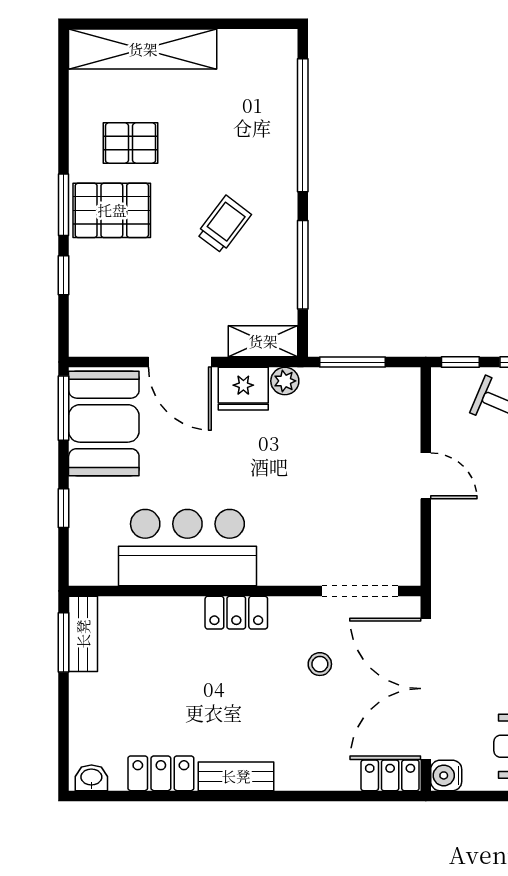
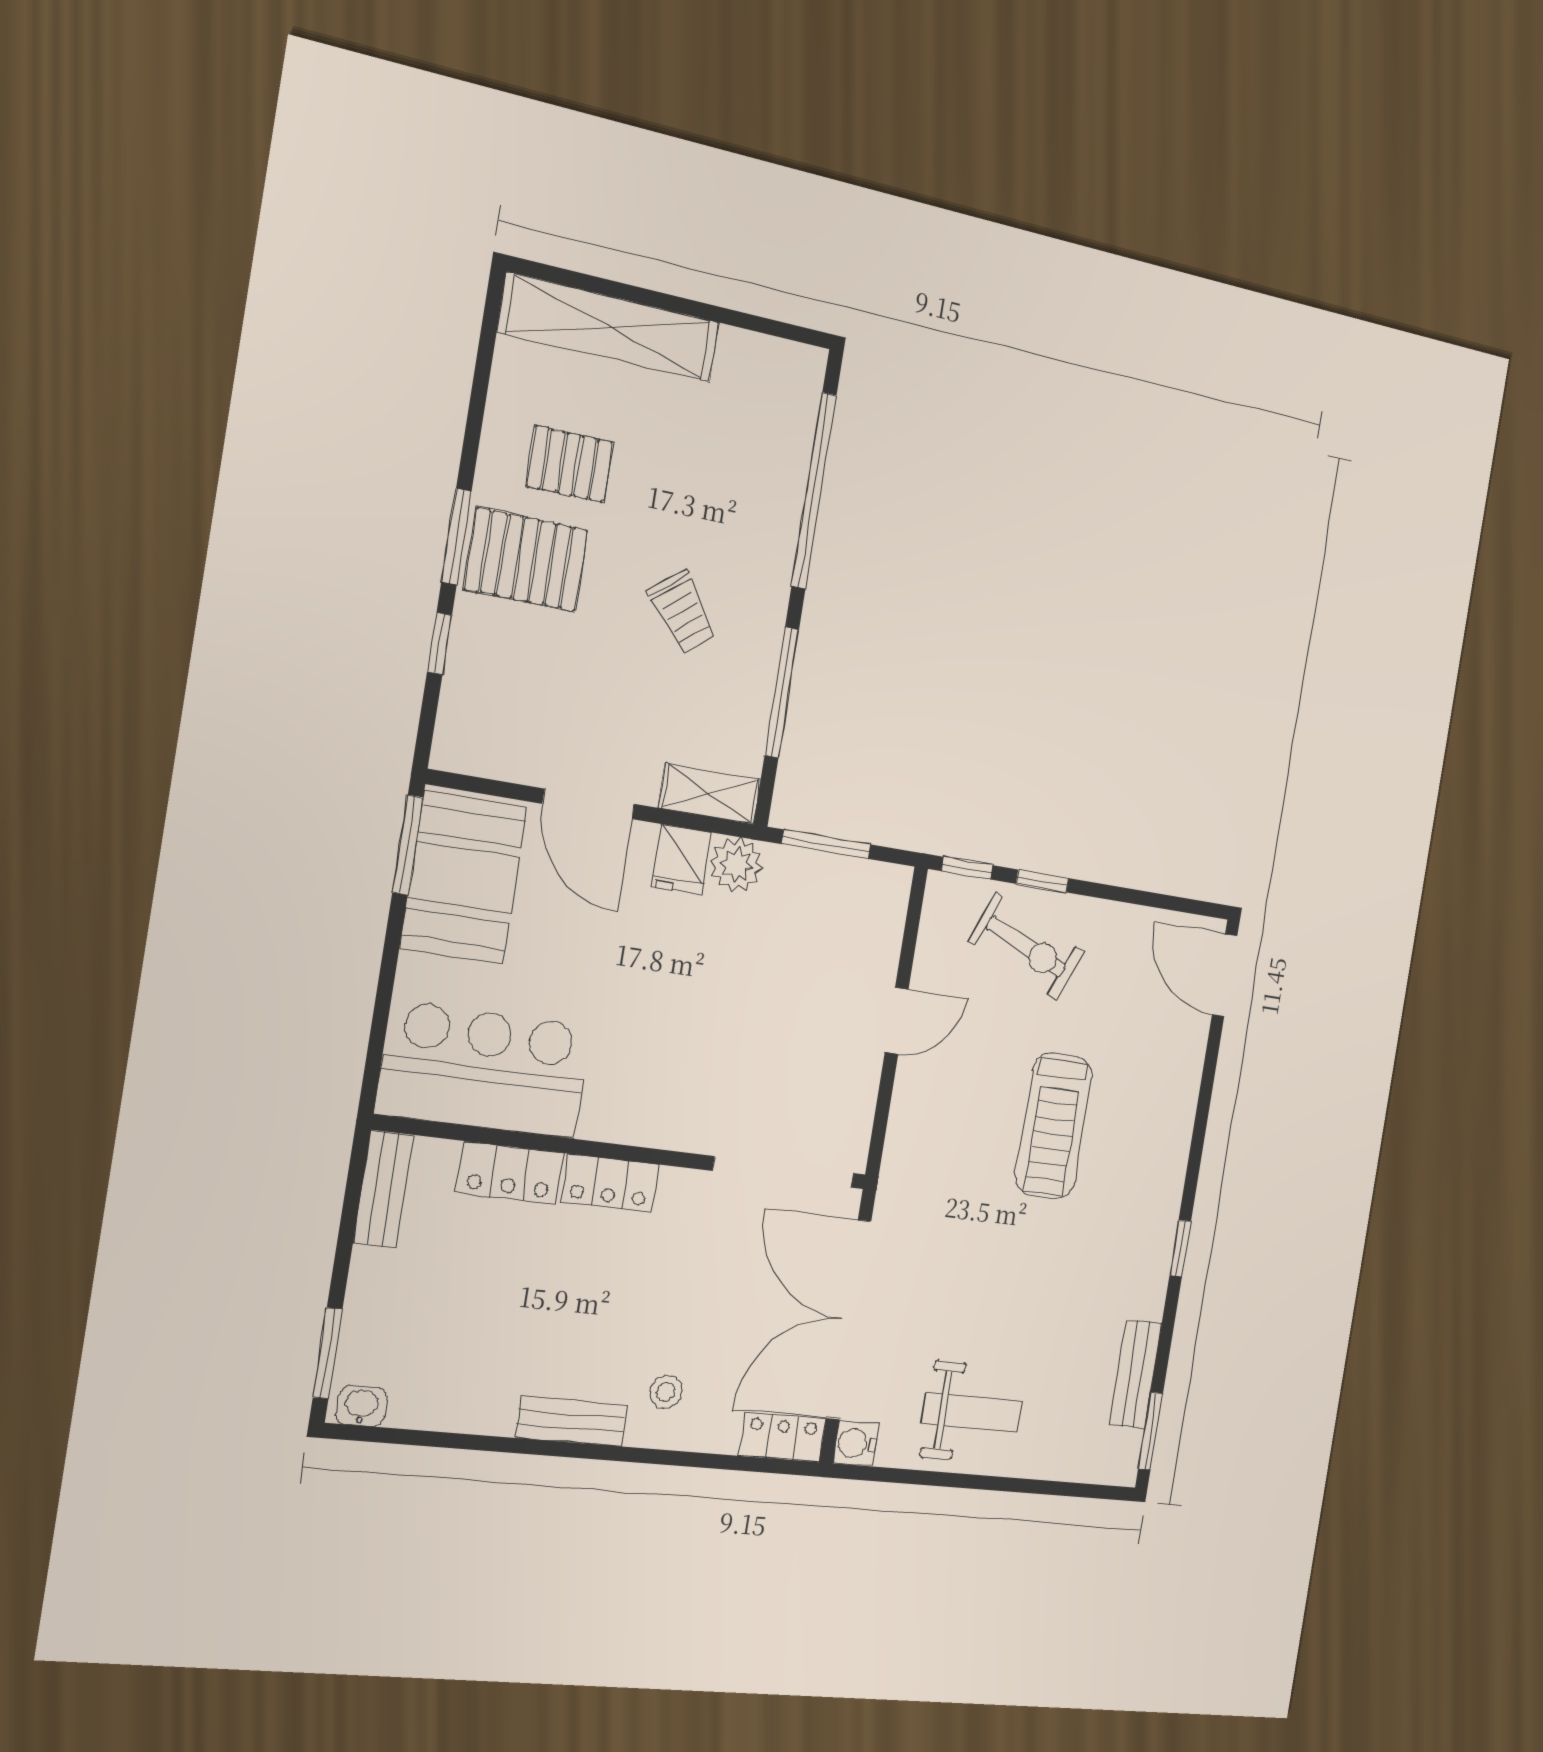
trolley: (224, 224) -> (683, 612), turned 105
plant: (285, 381) -> (736, 865), width x1.38, depth x1.38
fridge: (243, 389) -> (681, 859), width x0.72
door: (426, 476) -> (897, 1021), hinge flipped
window: (64, 508) -> (384, 996), removed
bar counter: (187, 548) -> (484, 1070), moved
doorway: (360, 591) -> (784, 1172), width x1.36
window: (64, 642) -> (328, 1353), moved
stool: (320, 664) -> (666, 1392), moved
locker: (161, 773) -> (510, 1173), moved, turned 180

